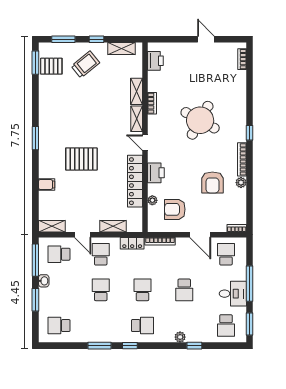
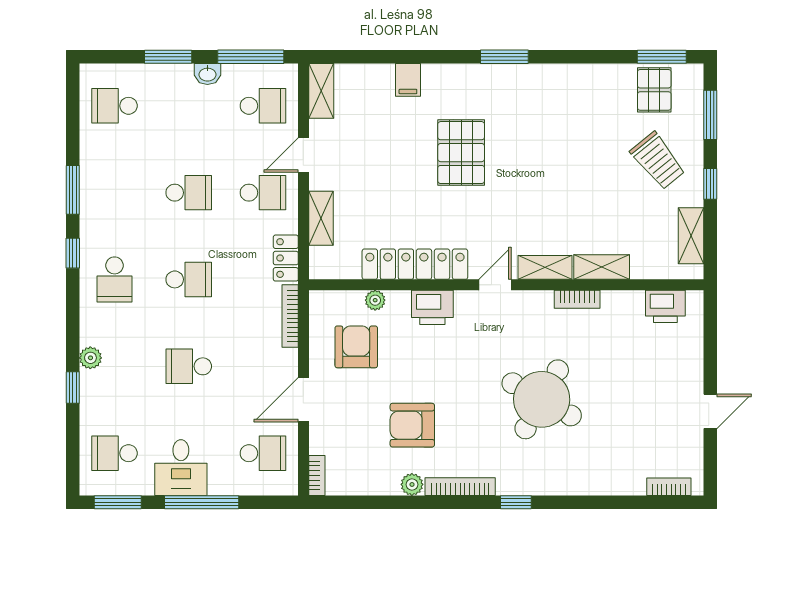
school desk: (59, 254) -> (263, 106), turned 90
school desk: (59, 326) -> (114, 106), turned -90

